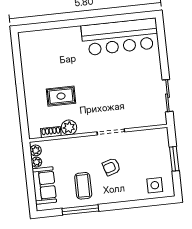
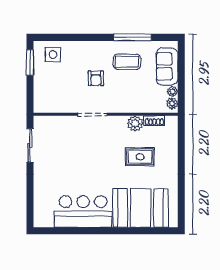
bar counter: (120, 37) -> (83, 211), width x0.73
booth: (55, 47) -> (140, 208), added
window: (174, 159) -> (30, 63), moved
armchair: (111, 167) -> (96, 78), turned 107
coffee table: (83, 186) -> (127, 62), turned 90

